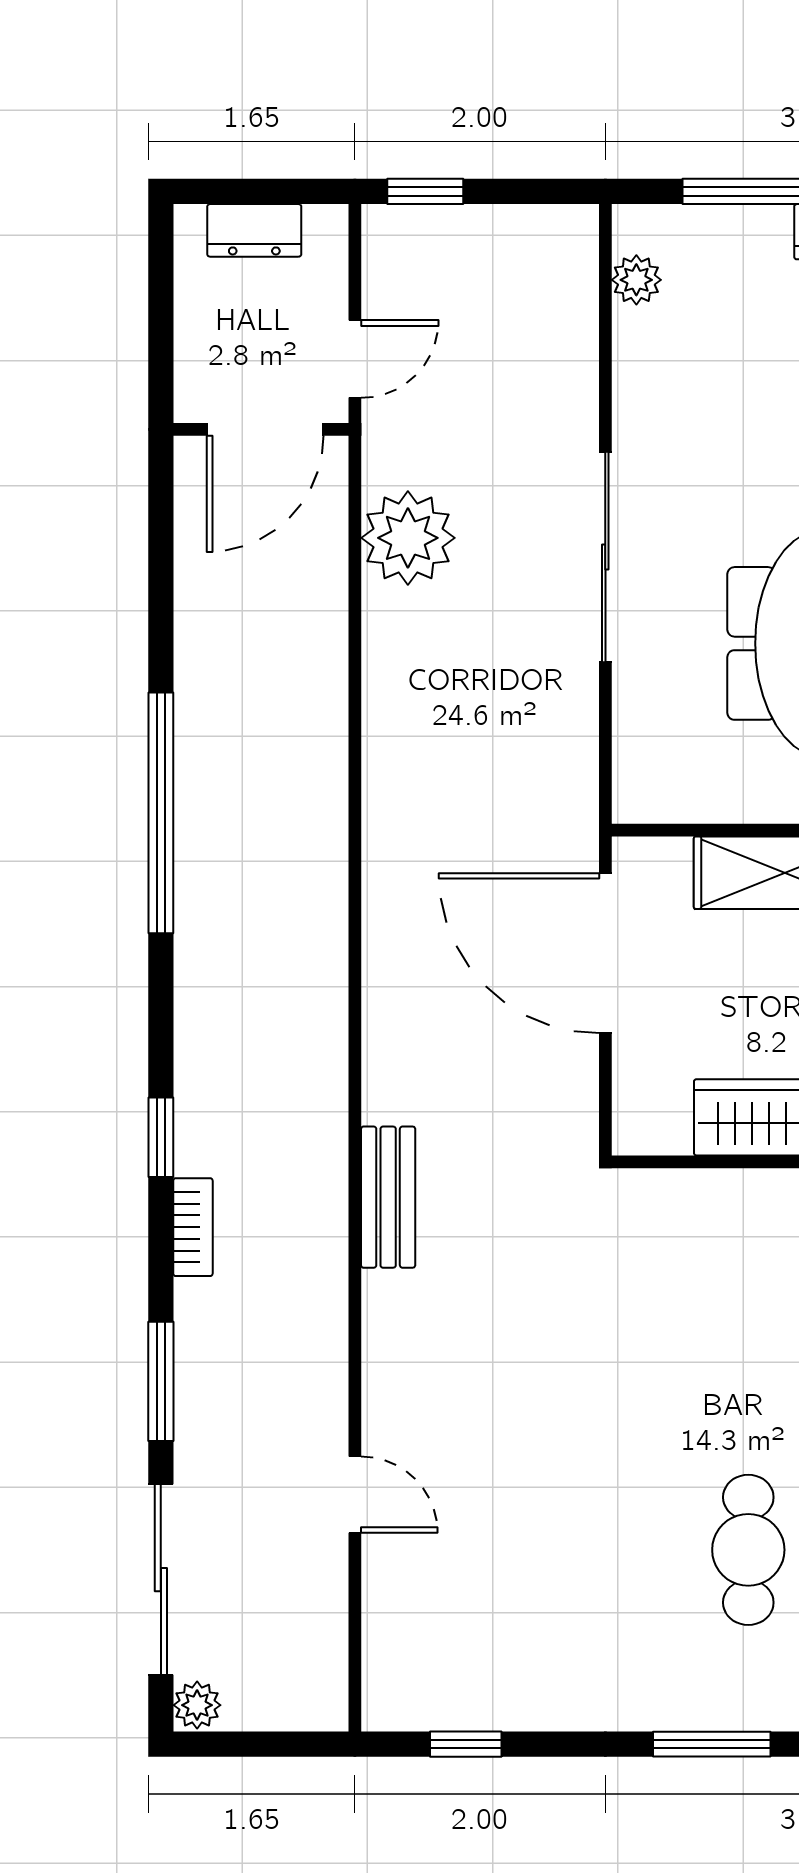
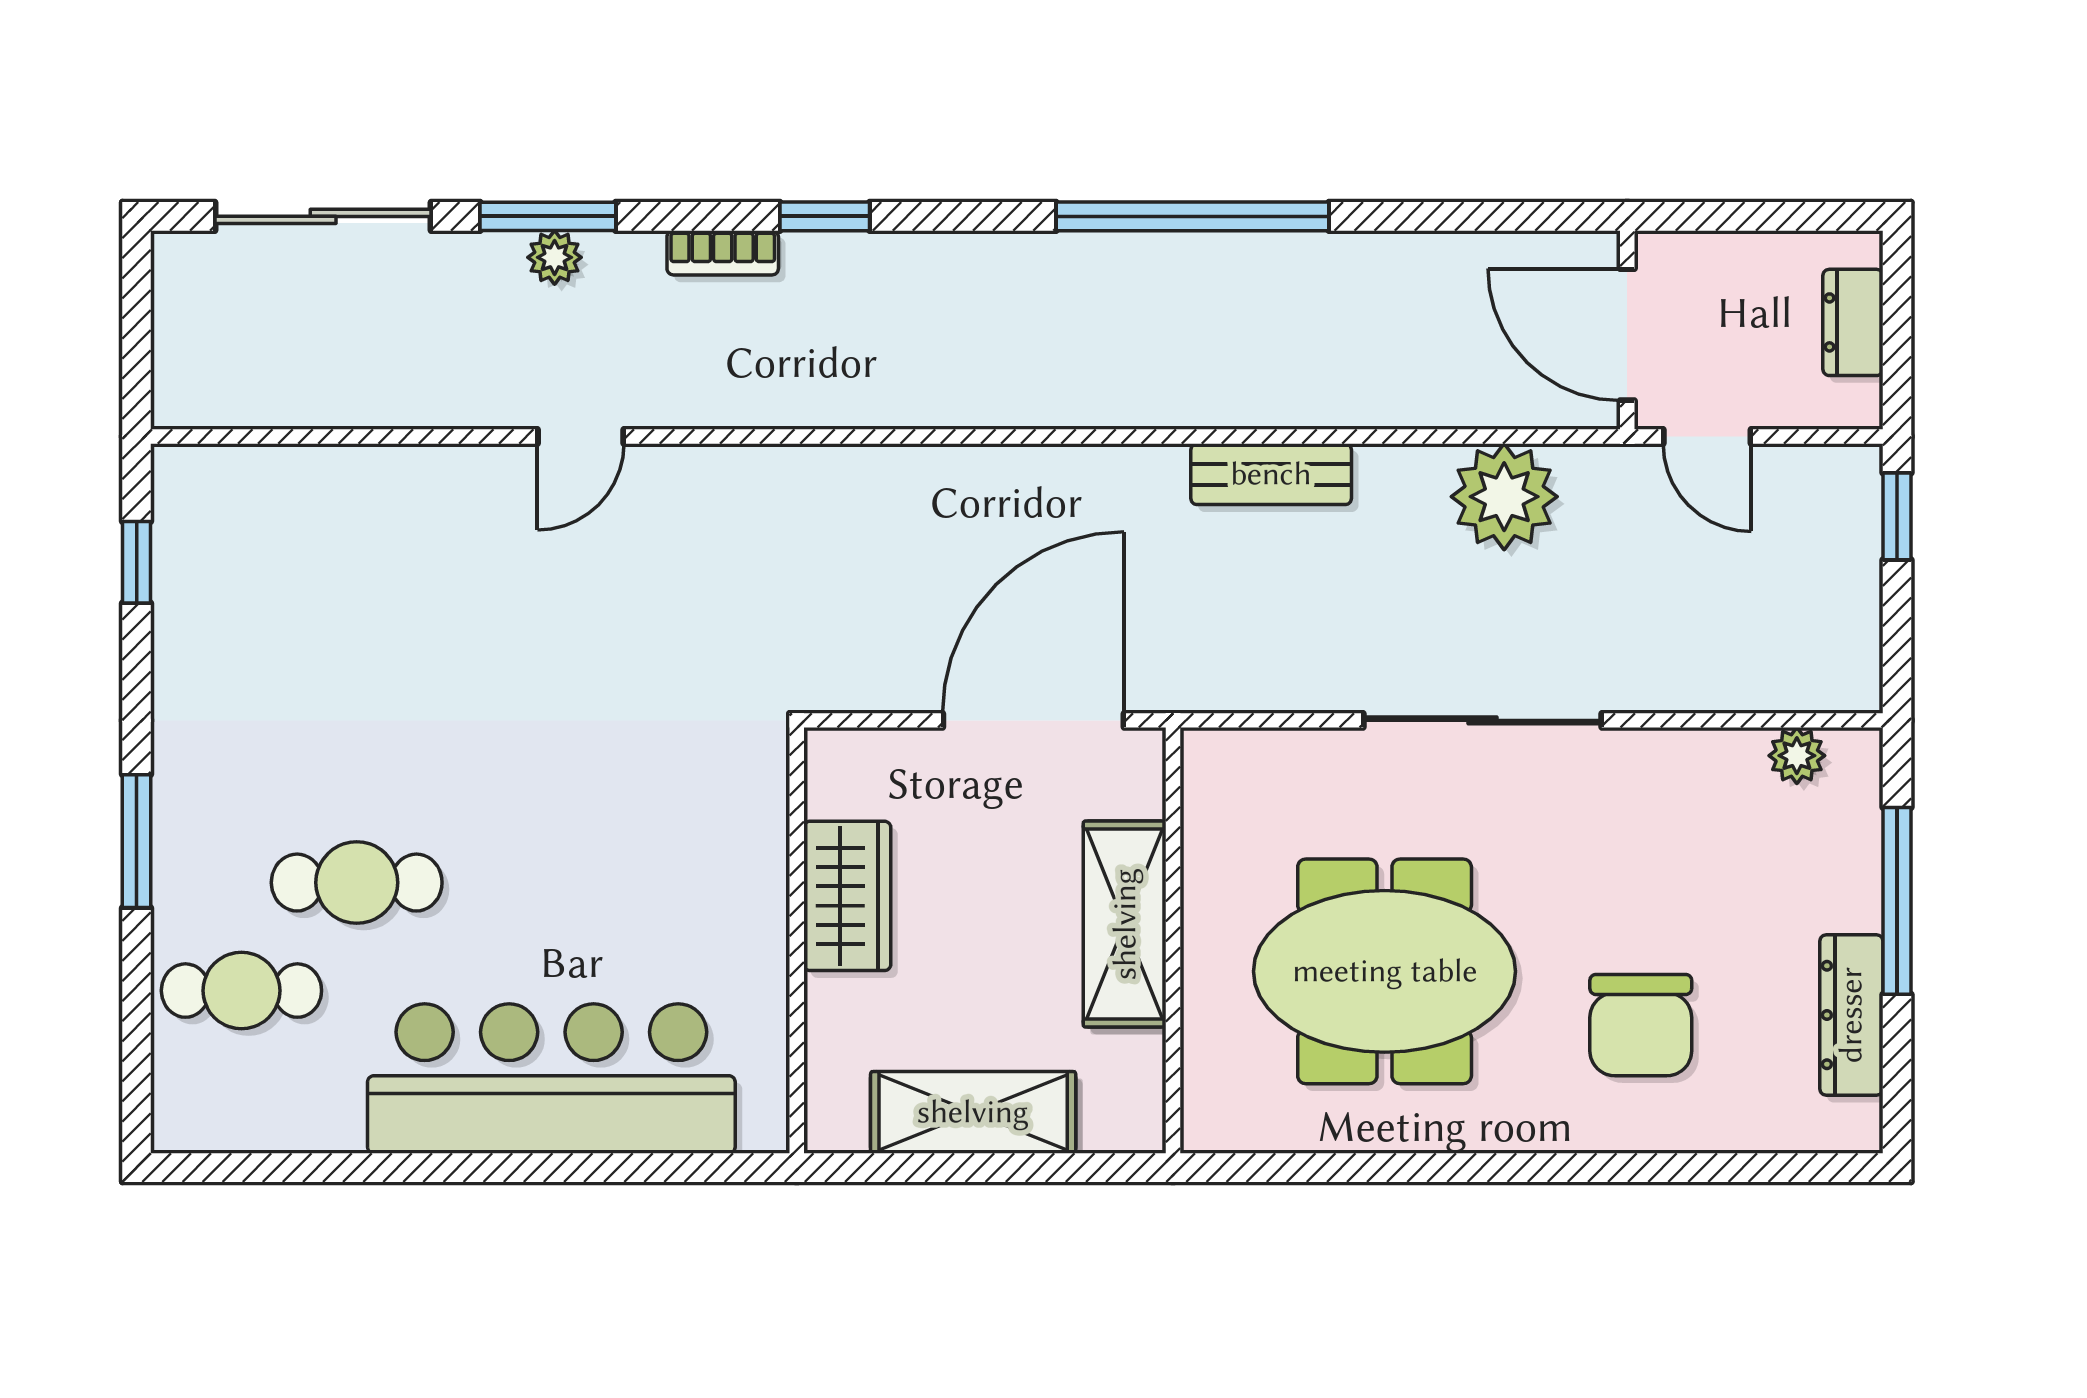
bench: (388, 1197) -> (1271, 474), moved
door: (355, 1495) -> (581, 436), moved
plant: (197, 1705) -> (555, 257), moved

